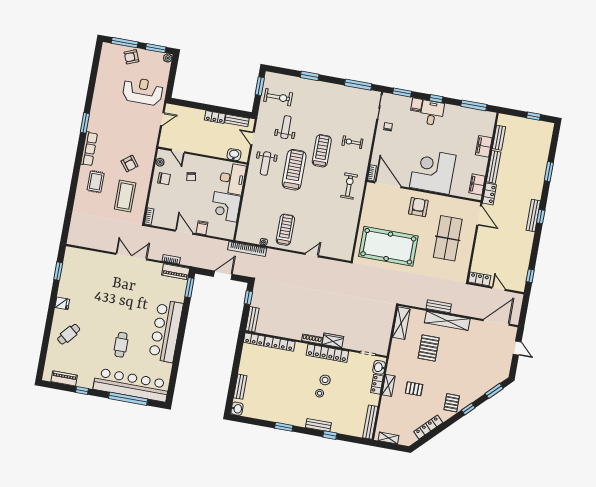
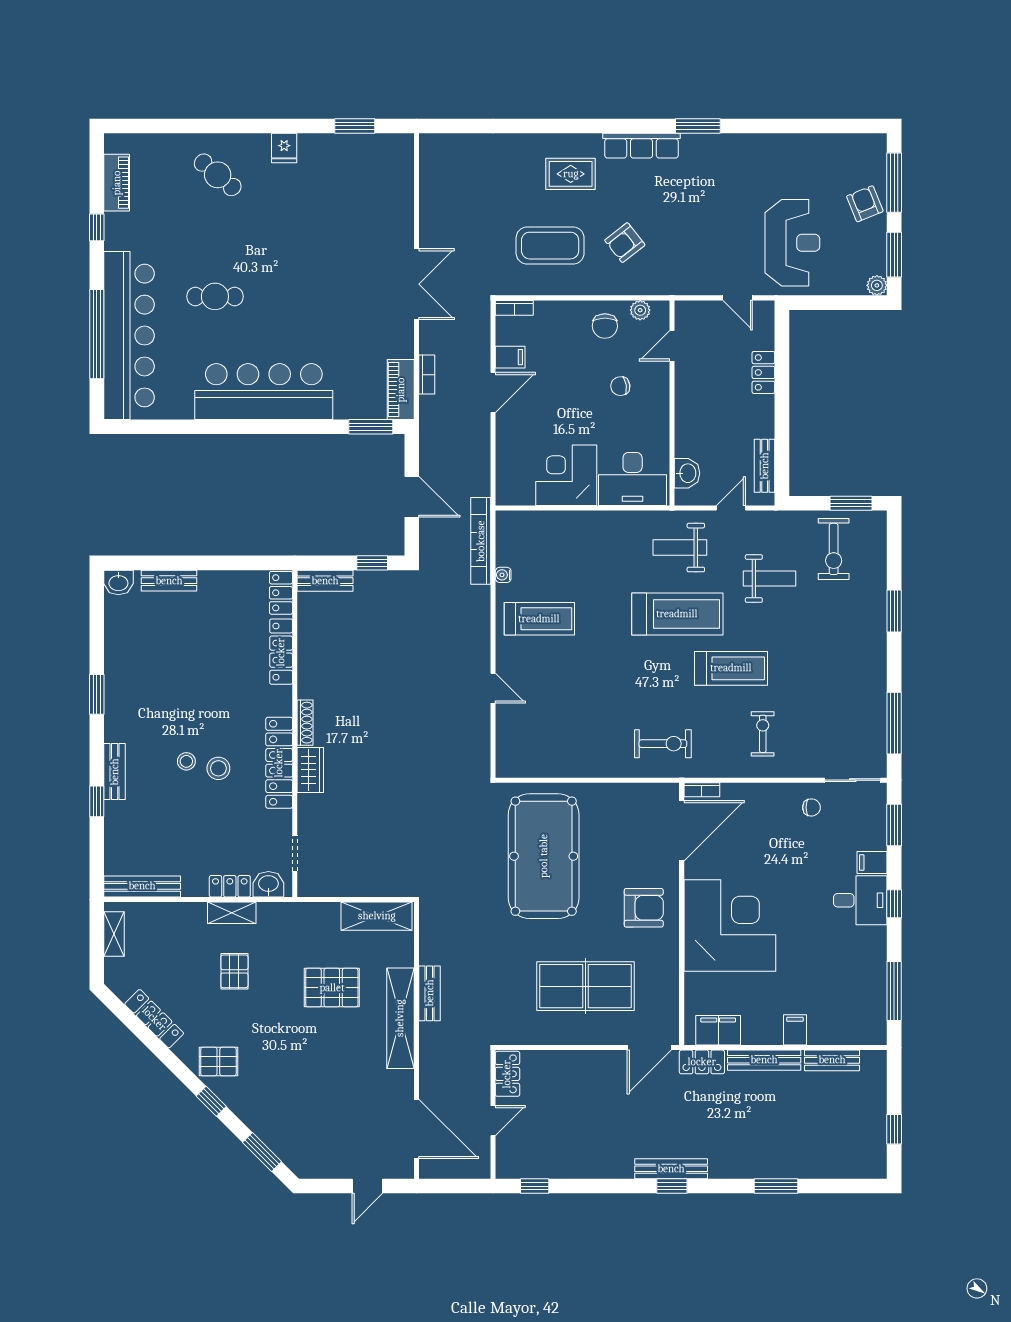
locker: (215, 117) -> (763, 372), moved
filing cabinet: (484, 146) -> (795, 1030), width x0.50
filing cabinet: (202, 228) -> (510, 357), moved

